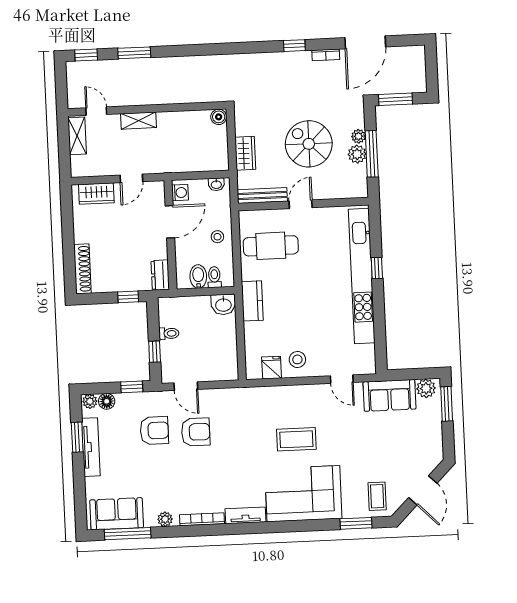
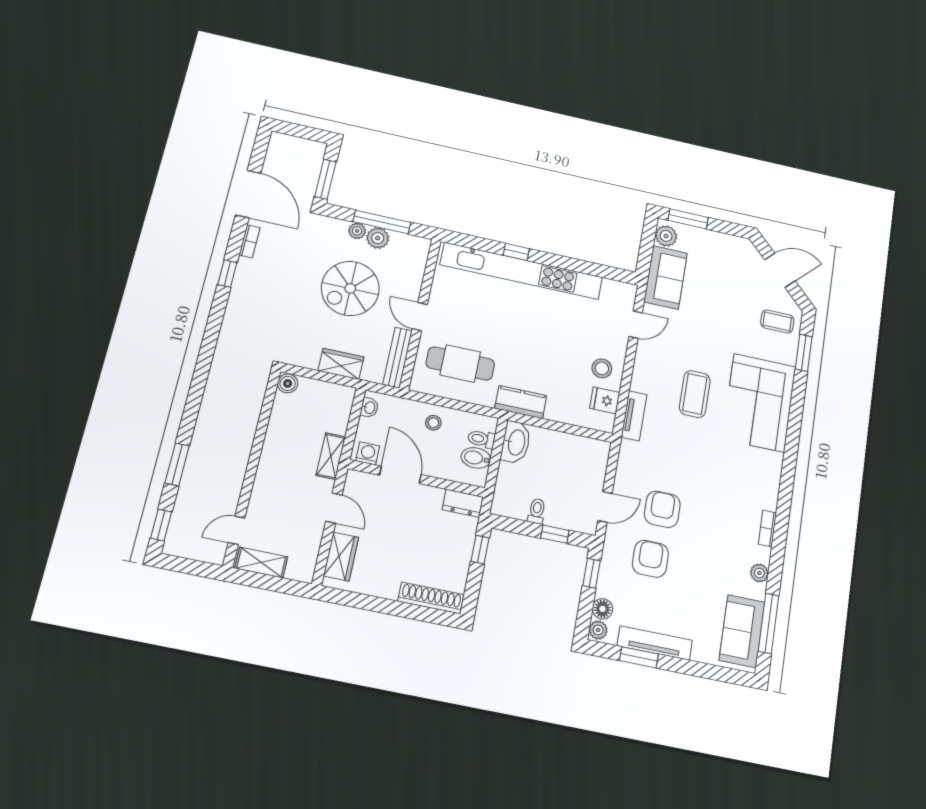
shelving: (138, 121) -> (331, 456), moved
cafe table: (271, 246) -> (460, 364), turned 90
washbasin: (223, 304) -> (516, 442), width x1.38
tv unit: (245, 515) -> (634, 416), moved, turned 180
bookcase: (202, 519) -> (767, 528), width x0.64

